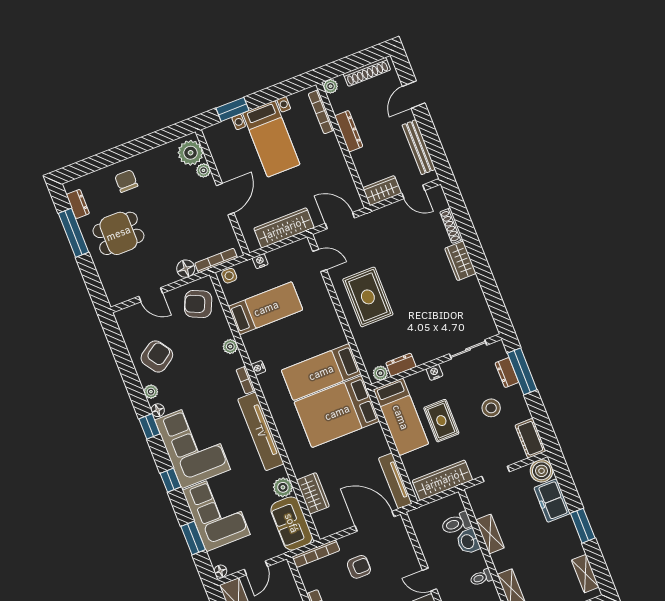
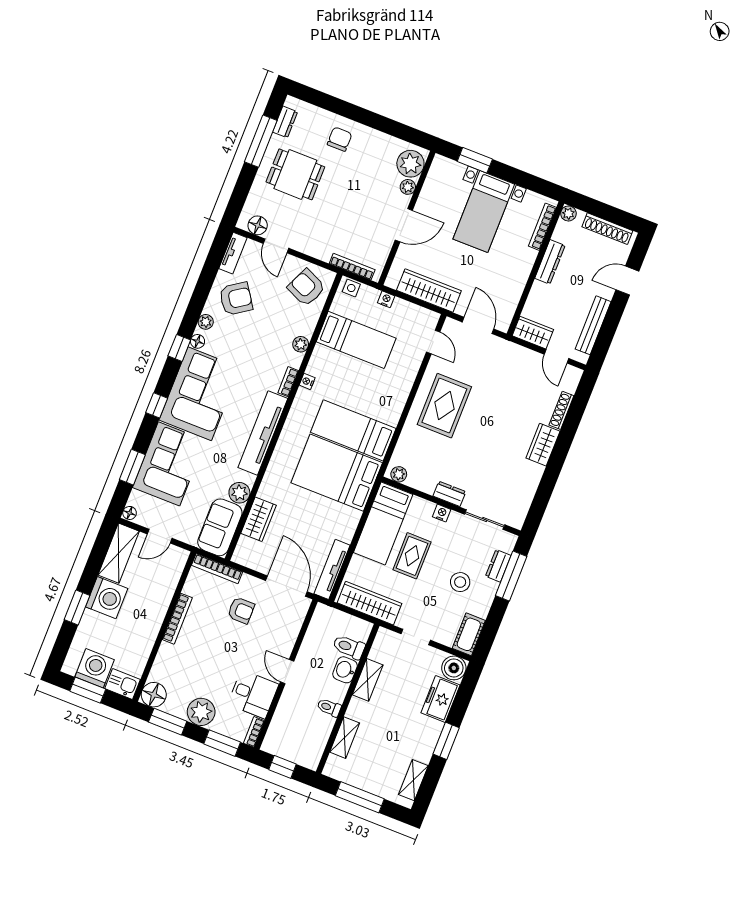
floor lamp: (186, 269) -> (258, 225), moved
tv unit: (126, 327) -> (233, 253), added
dresser: (401, 365) -> (449, 494), moved

